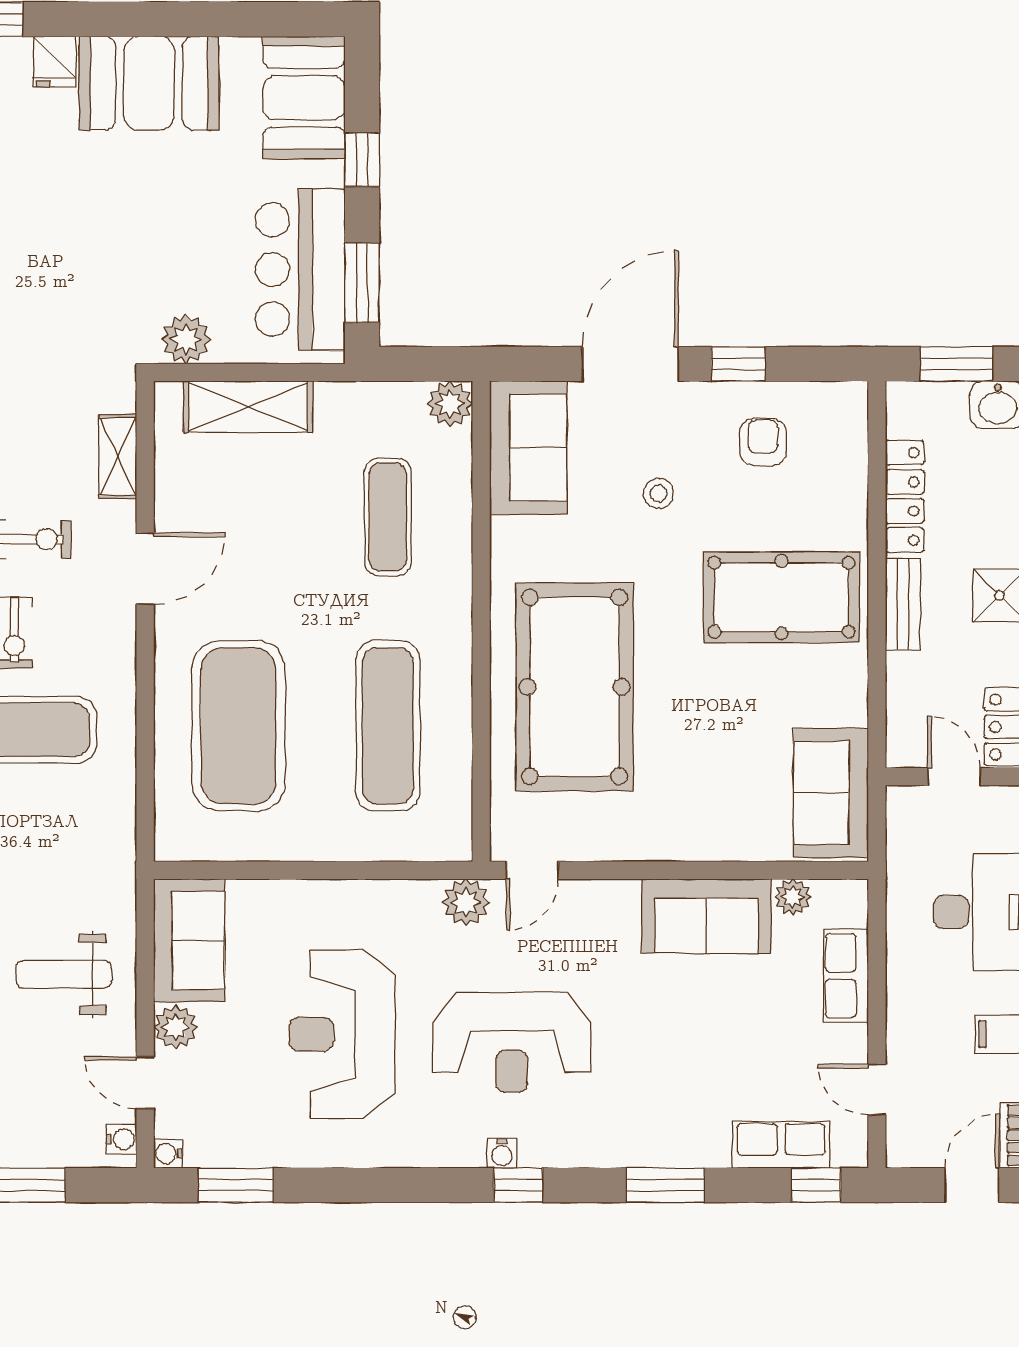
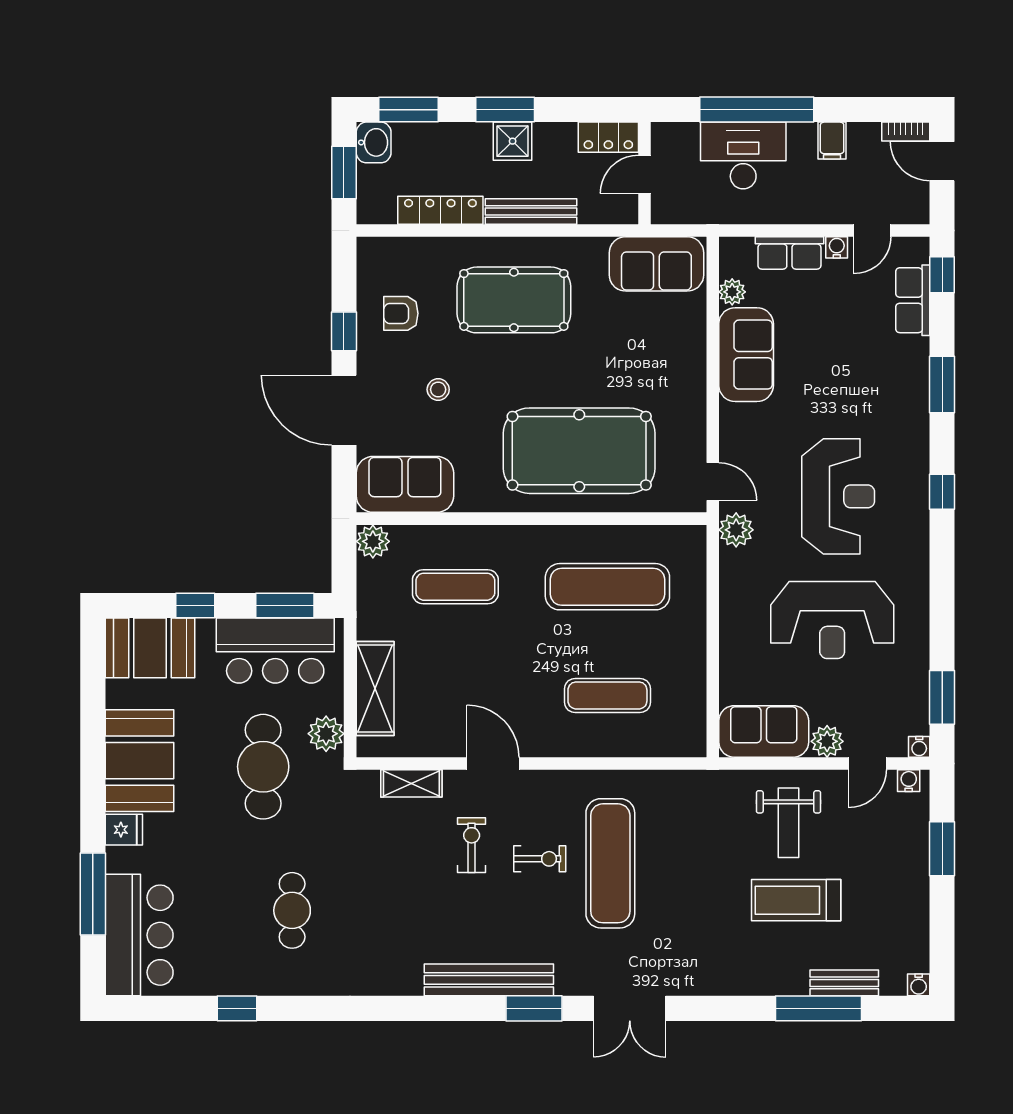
cafe table: (141, 253) -> (263, 767), added
pool table: (782, 597) -> (514, 300), turned 90
bench: (903, 604) -> (531, 212), width x1.36
exercise mat: (238, 726) -> (607, 695), width x0.50, depth x0.69
water cooler: (502, 1153) -> (837, 247), moved, turned -90

